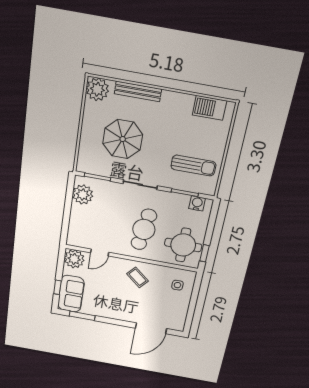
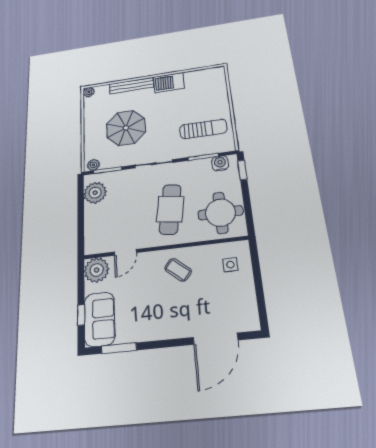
plant: (97, 89) -> (89, 92), width x0.53, depth x0.53
barbecue: (209, 108) -> (169, 82), moved
plant: (85, 167) -> (93, 165), added
window: (204, 253) -> (242, 170), moved

